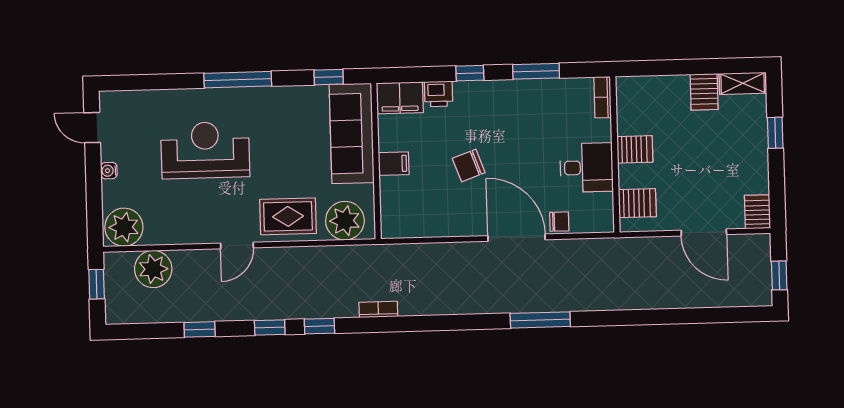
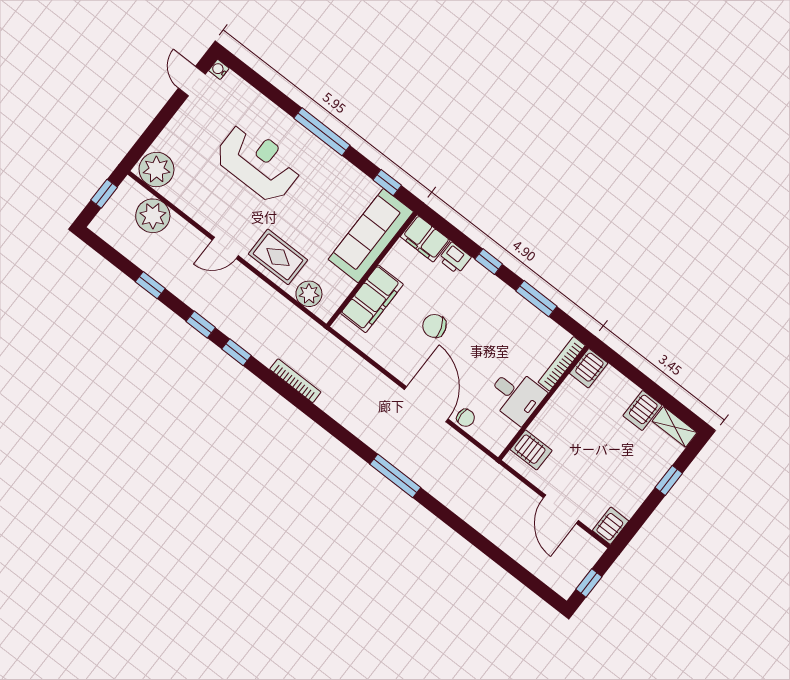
bookcase: (603, 97) -> (562, 364), width x1.56
server rack: (635, 149) -> (589, 368), moved, turned 90
filing cabinet: (394, 164) -> (372, 299), width x3.00, depth x1.17
water cooler: (109, 171) -> (219, 69), moved
plant: (345, 221) -> (309, 294), width x0.73, depth x0.73
bookcase: (378, 309) -> (295, 381), width x1.56

